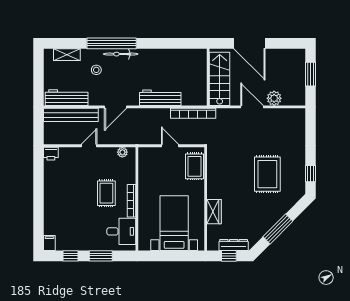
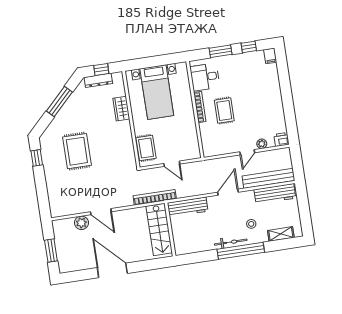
wall: (208, 77) -> (170, 229), moved
stairs: (220, 79) -> (159, 229), moved
plant: (122, 152) -> (262, 144), moved

